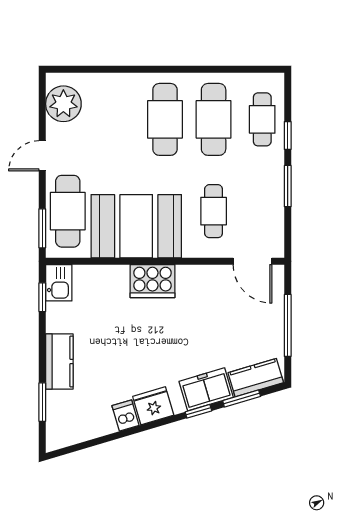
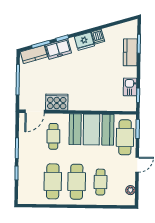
plant: (63, 104) -> (130, 190), width x0.53, depth x0.53
cafe table: (262, 119) -> (100, 182), moved
door: (253, 261) -> (35, 111), swing flipped
cooker: (152, 281) -> (57, 102), moved
kitchen sink: (59, 283) -> (130, 87), moved
kitchen counter: (59, 361) -> (130, 52), moved

